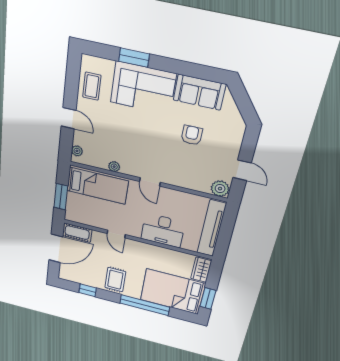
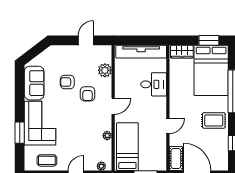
armchair: (171, 156) -> (87, 94), added
plant: (220, 189) -> (105, 70), moved
desk: (163, 230) -> (154, 84), width x0.73

